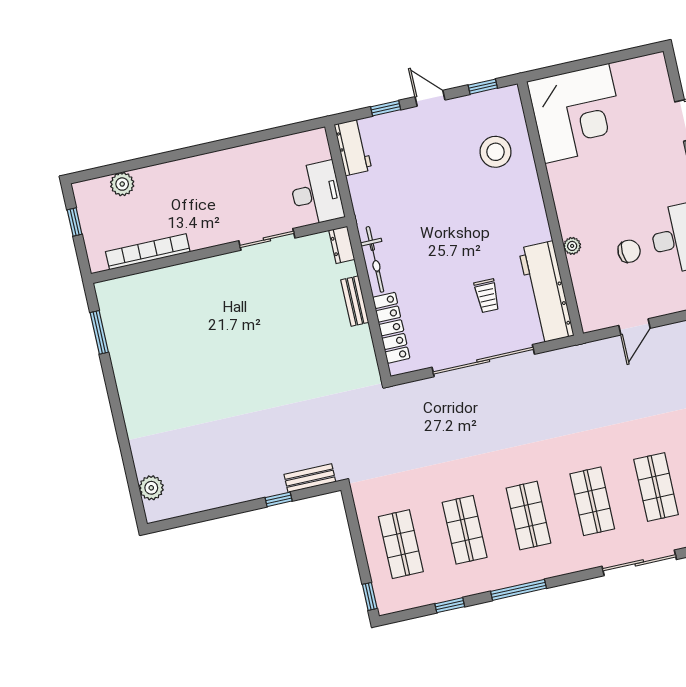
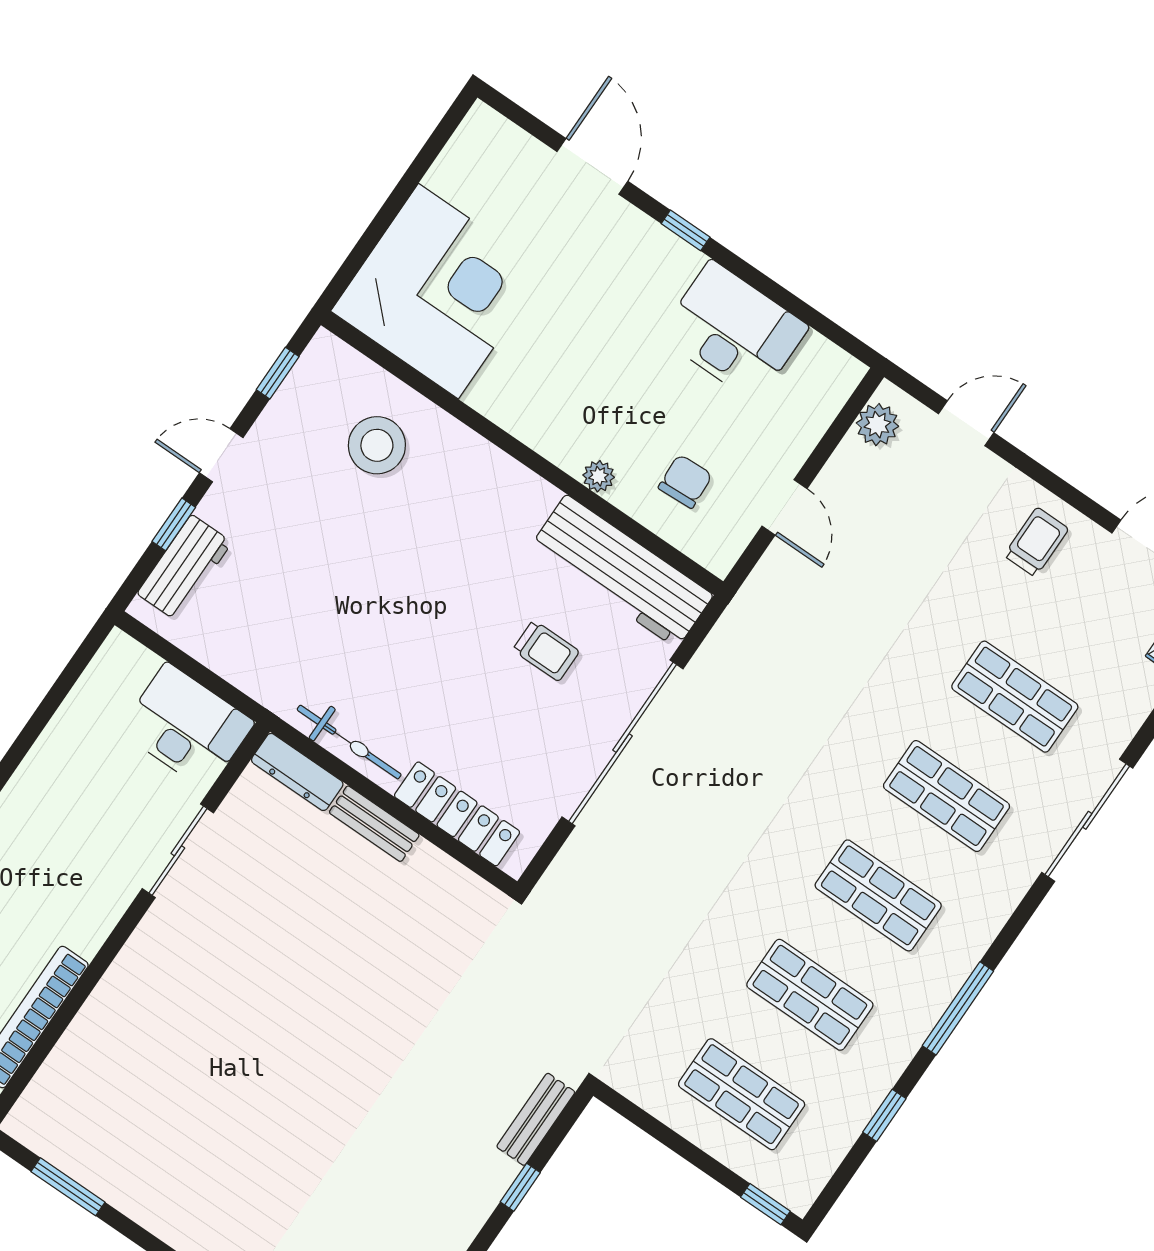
workbench: (353, 147) -> (184, 568), moved, turned 90
dresser: (342, 245) -> (297, 772), width x1.44
chair: (629, 251) -> (685, 481), moved

